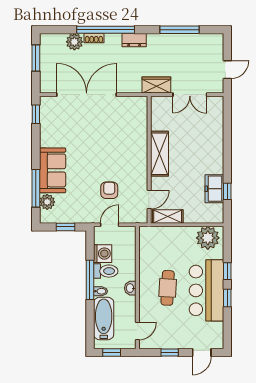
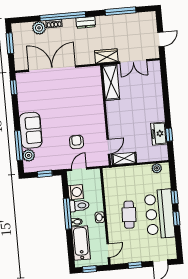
shelving: (159, 154) -> (111, 82), moved
plant: (208, 238) -> (157, 168), width x0.53, depth x0.53

